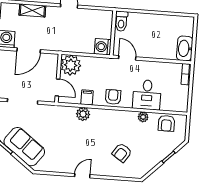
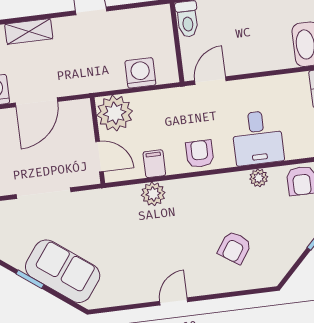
washing machine: (103, 47) -> (140, 73), moved, turned 90
door: (127, 58) -> (210, 81), hinge flipped

